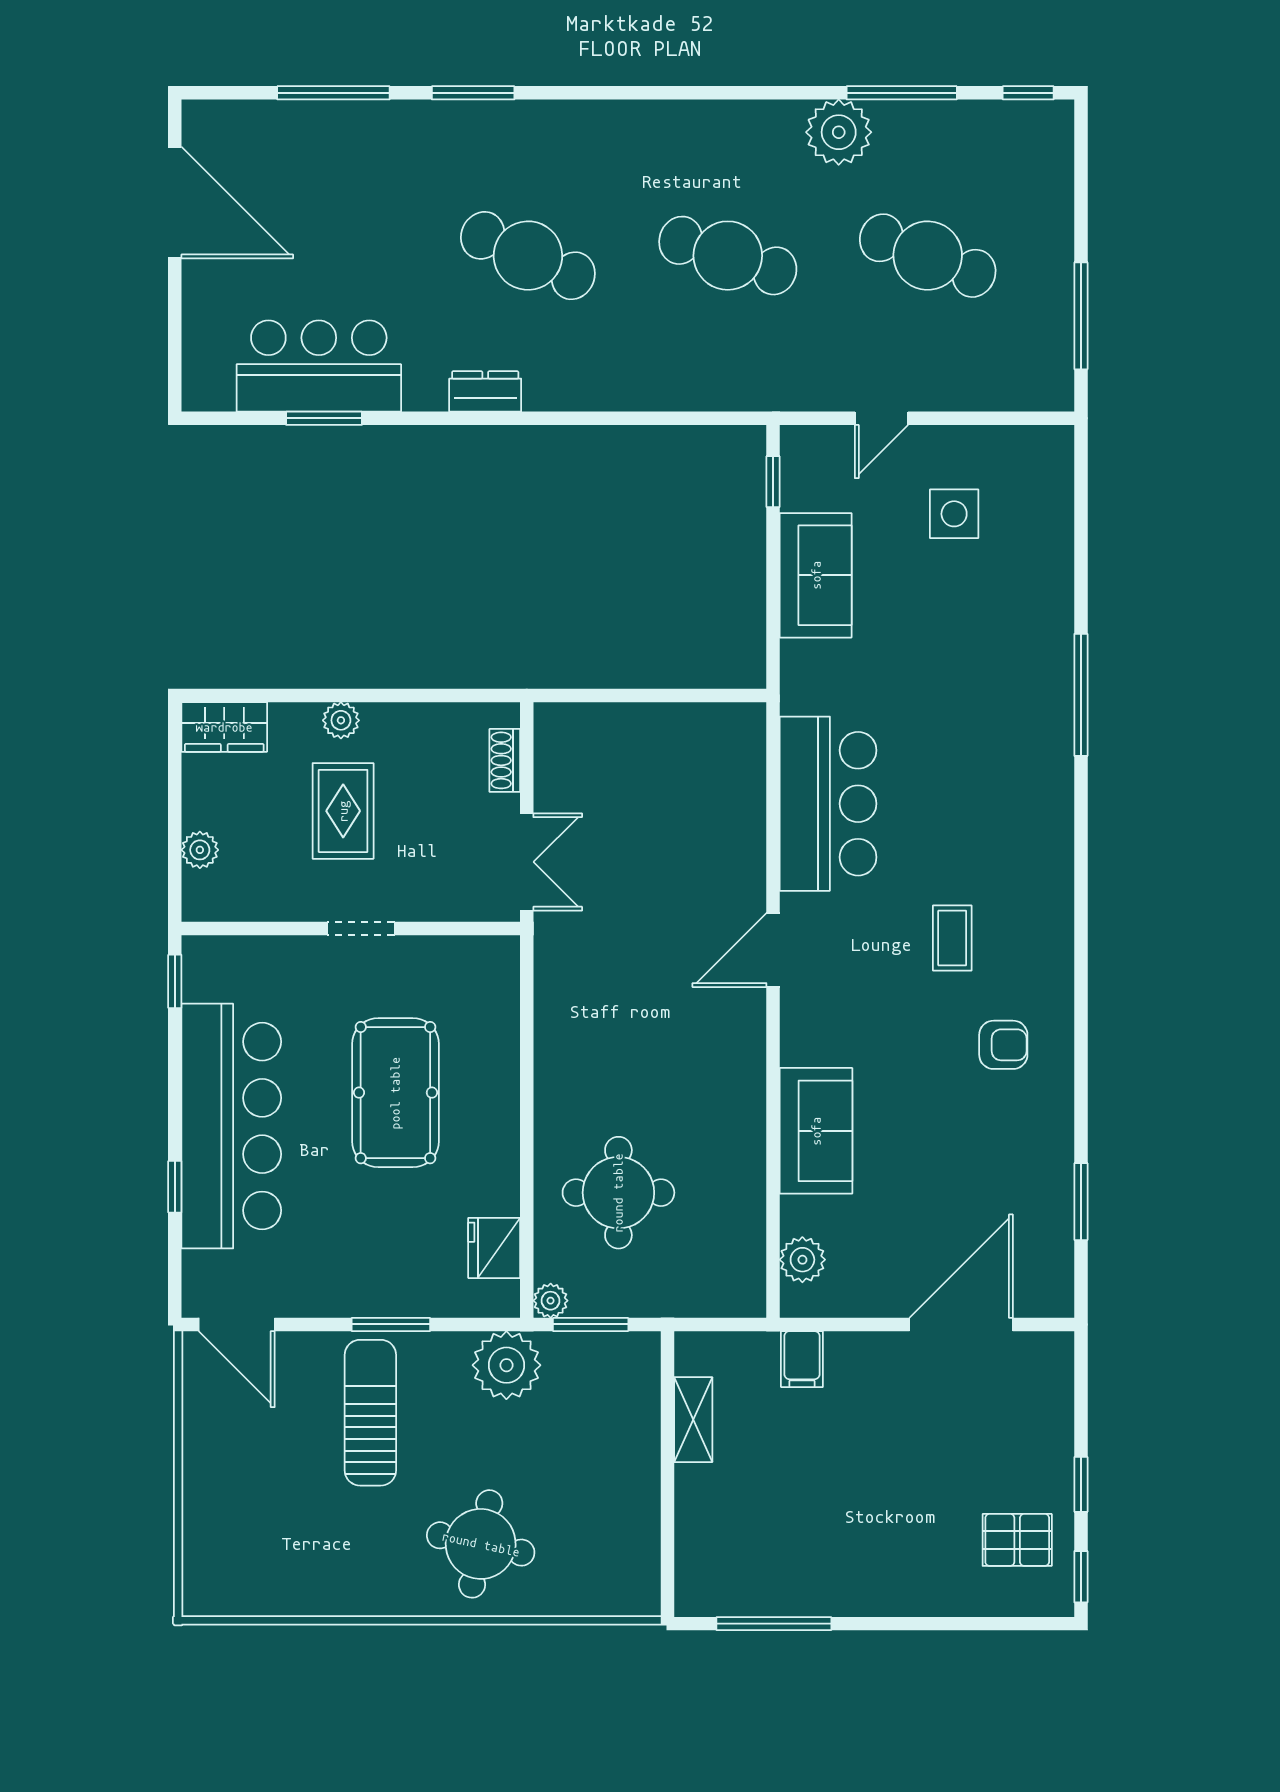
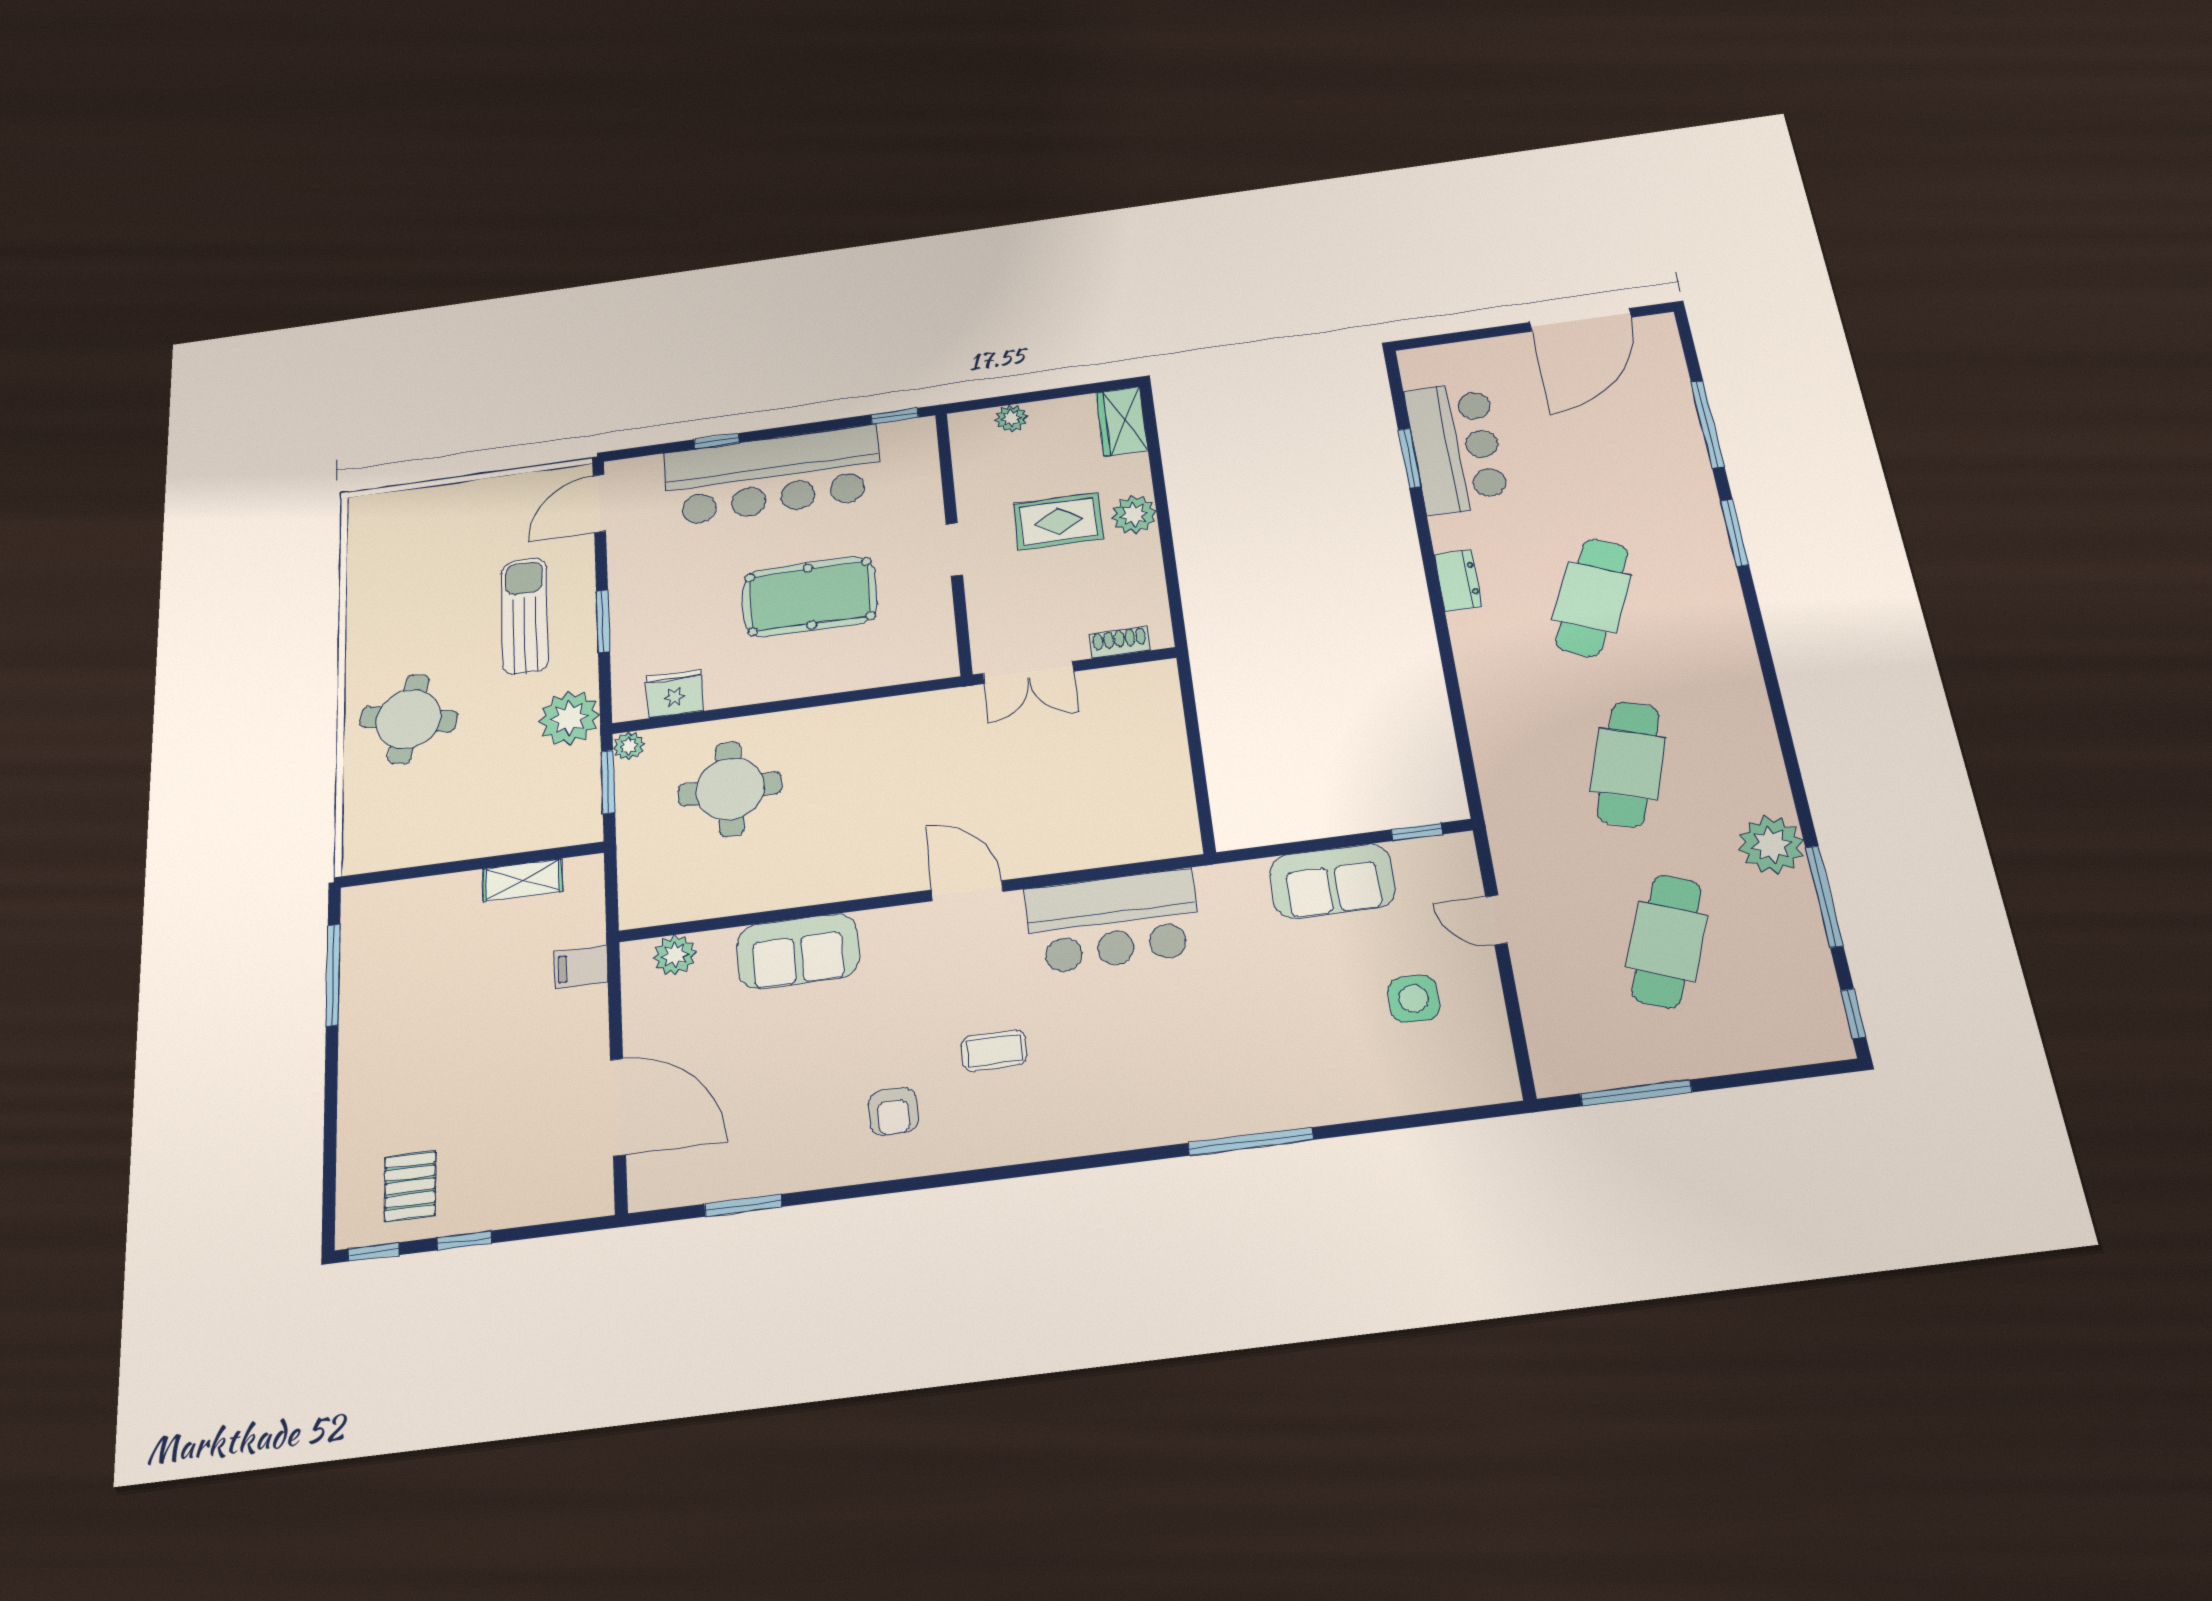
plant: (341, 720) -> (1134, 514), width x1.38, depth x1.38
sun lounger: (370, 1413) -> (525, 616), turned -90

